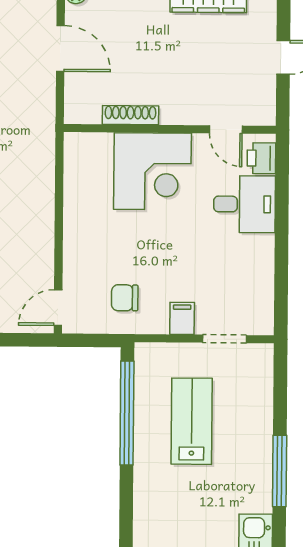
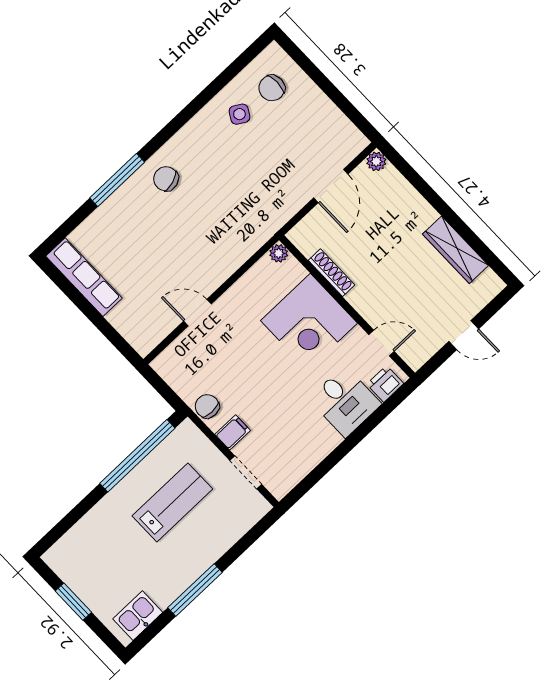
door: (226, 129) -> (382, 343), swing flipped
plant: (74, 142) -> (279, 253), added
chair: (125, 298) -> (207, 406), moved
door: (58, 308) -> (197, 313), moved

